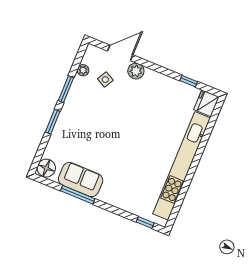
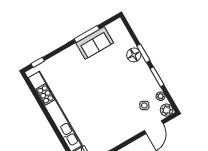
plant: (136, 71) -> (167, 110), moved
floor lamp: (46, 168) -> (134, 55), moved

